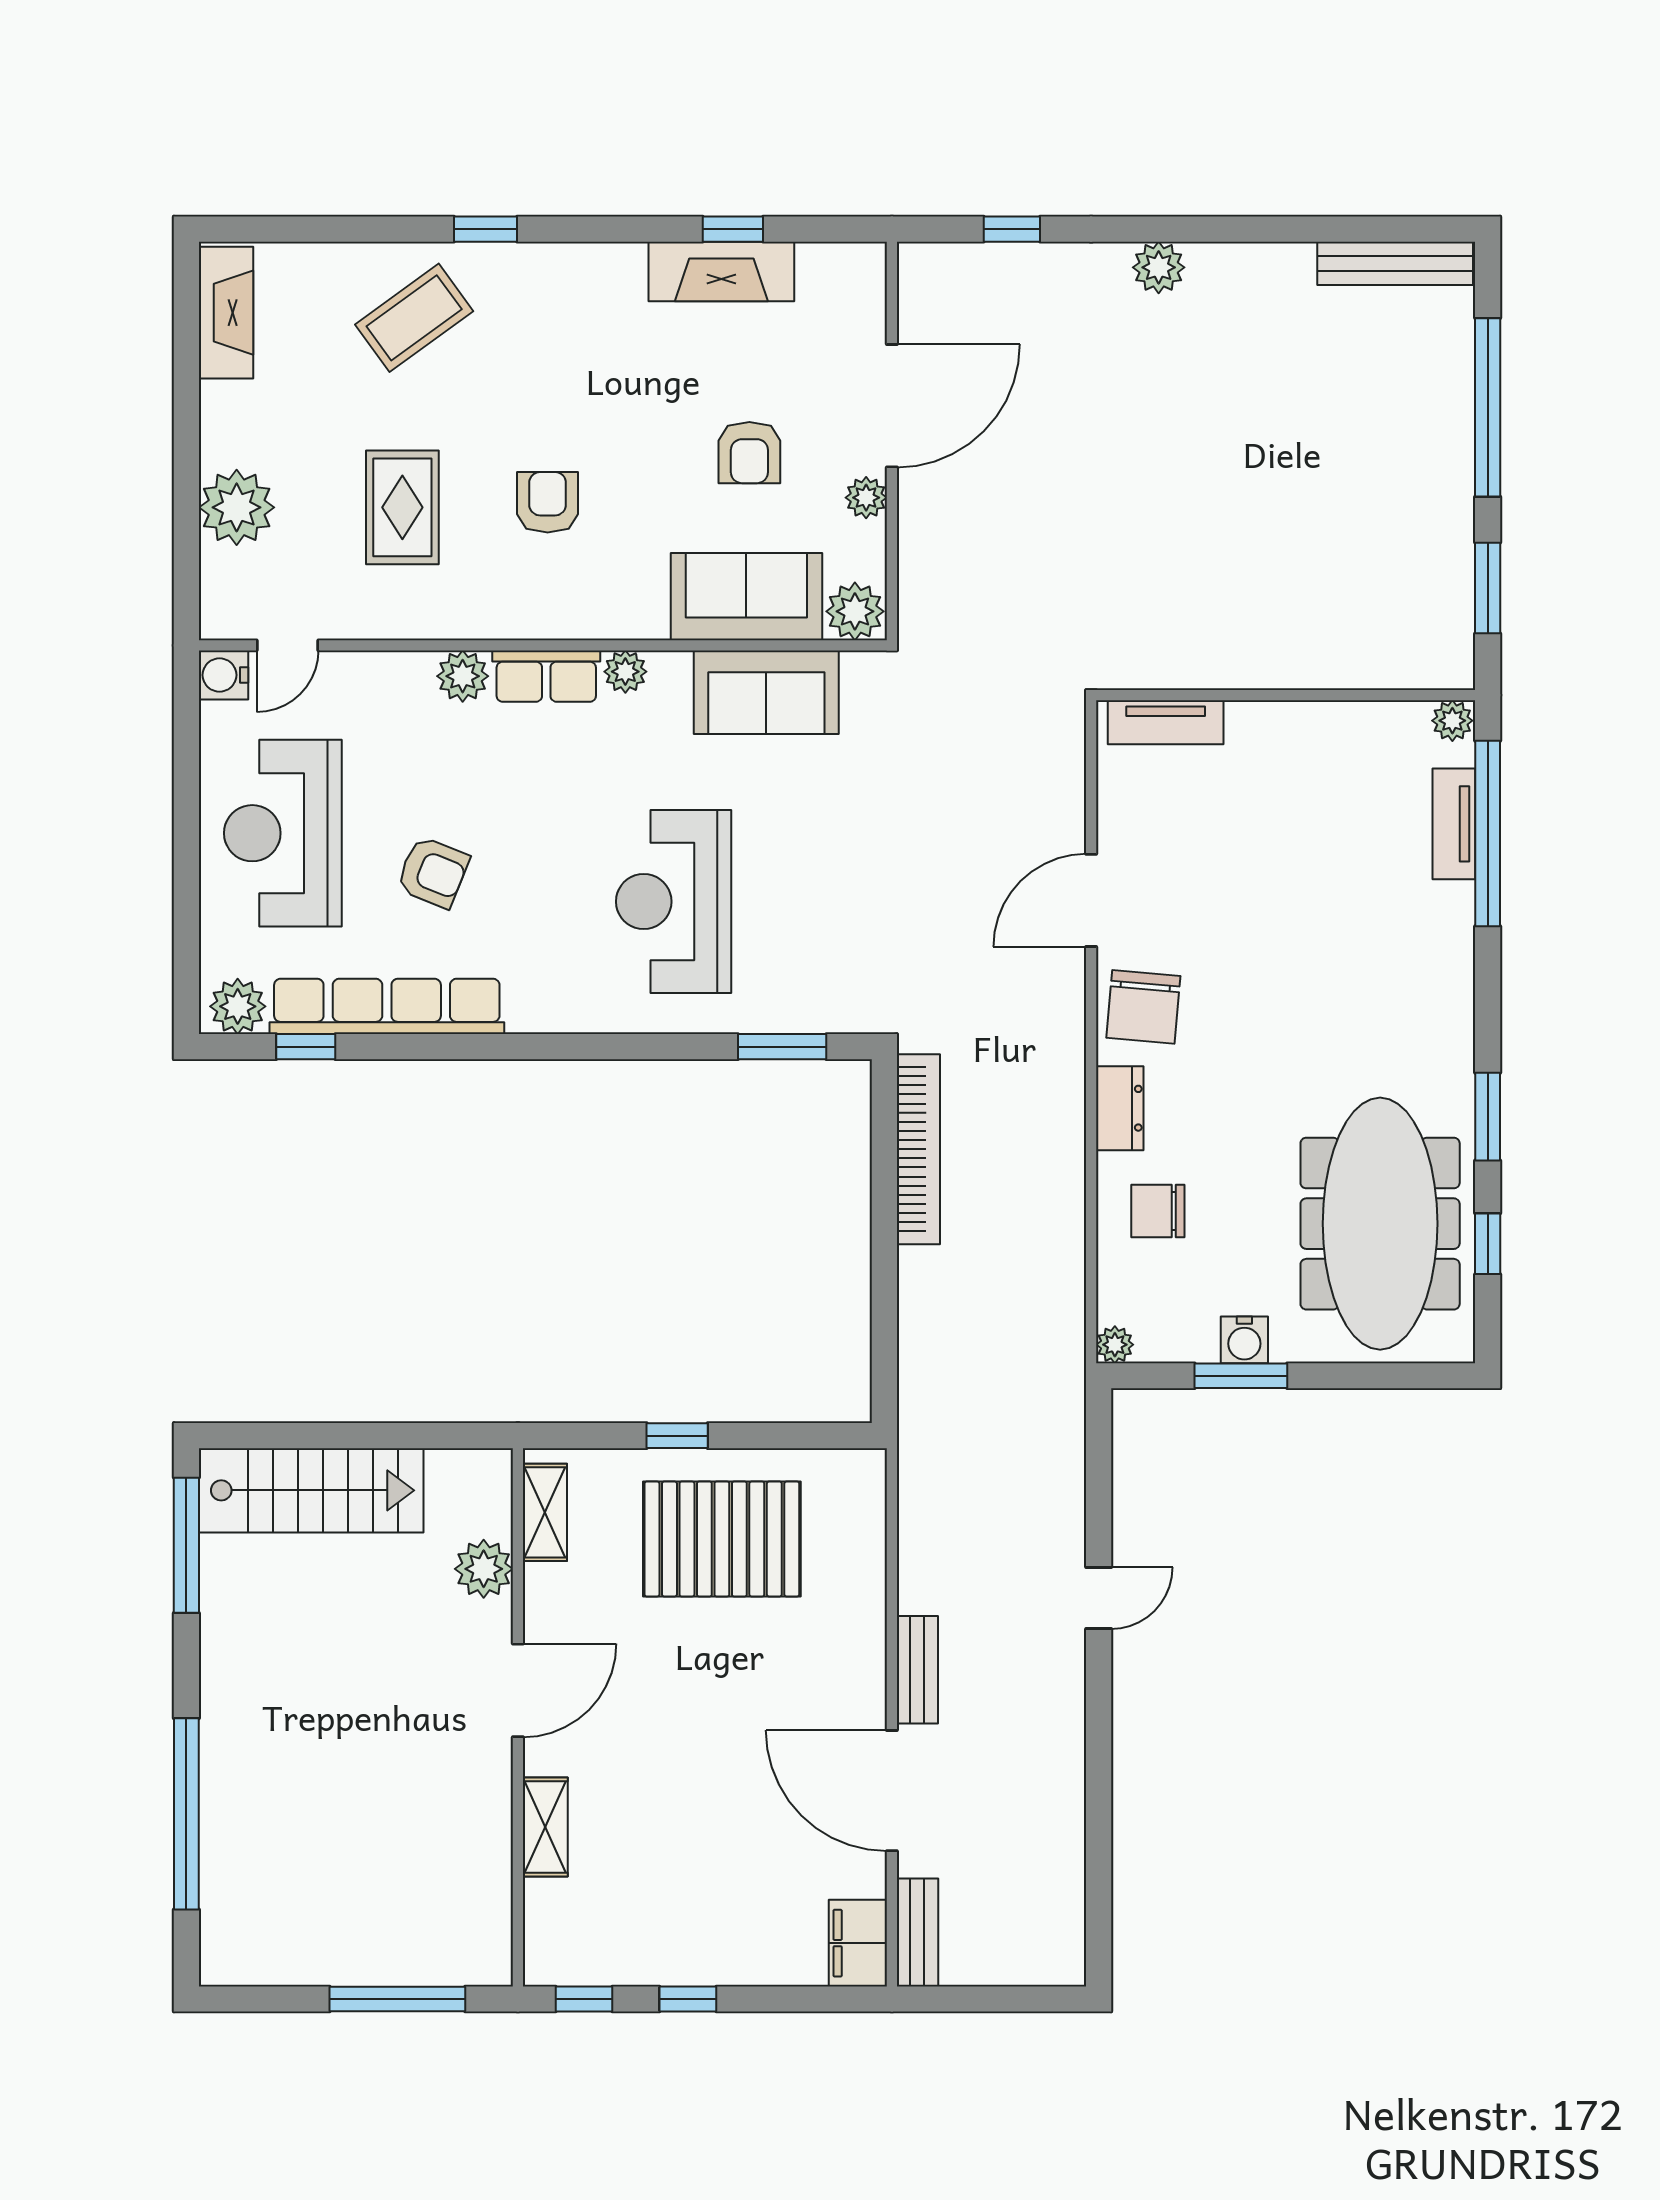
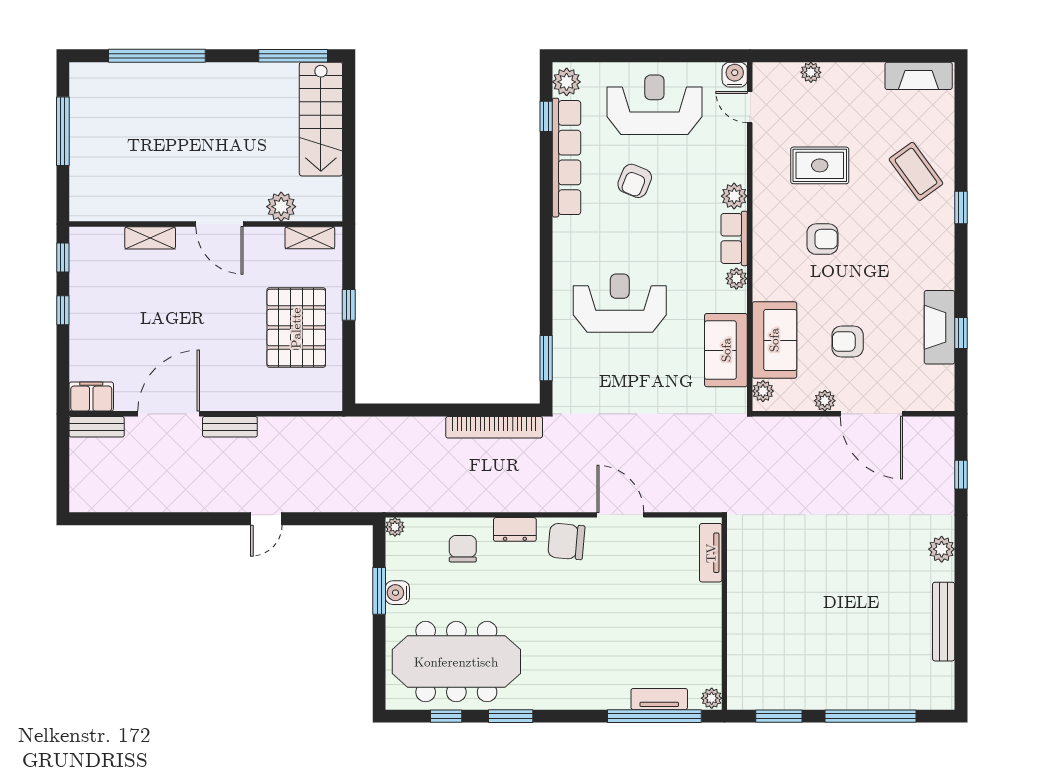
bench: (1395, 263) -> (944, 622), moved
plant: (237, 507) -> (811, 72), width x0.53, depth x0.53
plant: (855, 611) -> (763, 391), width x0.73, depth x0.73
door: (1099, 1598) -> (266, 519), hinge flipped
window: (397, 1999) -> (63, 131), moved

